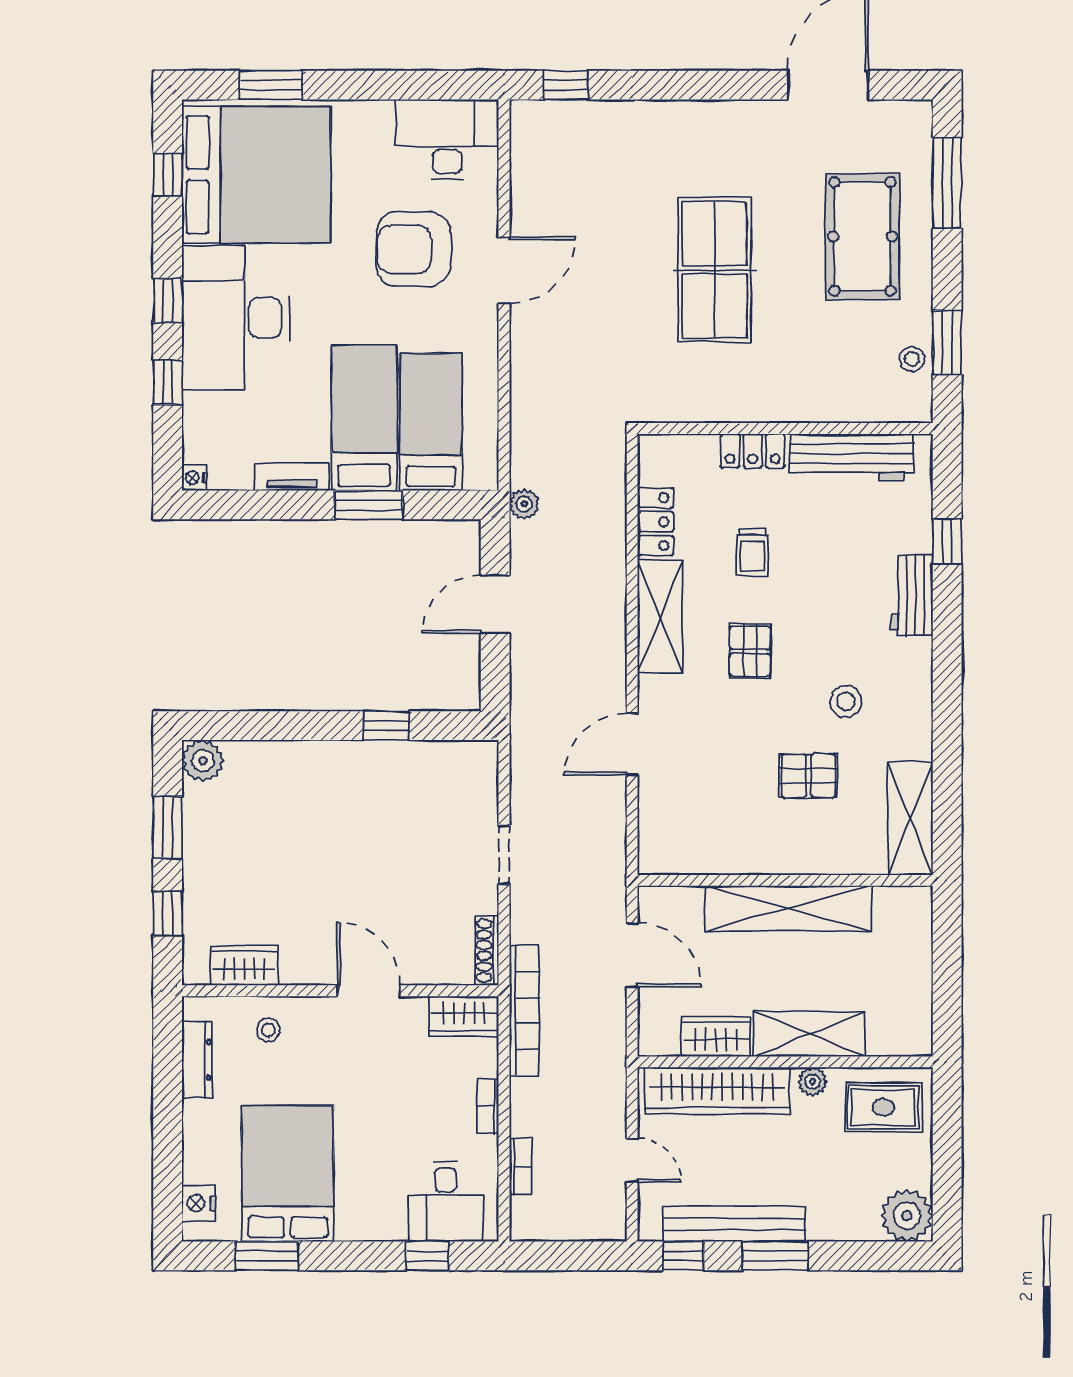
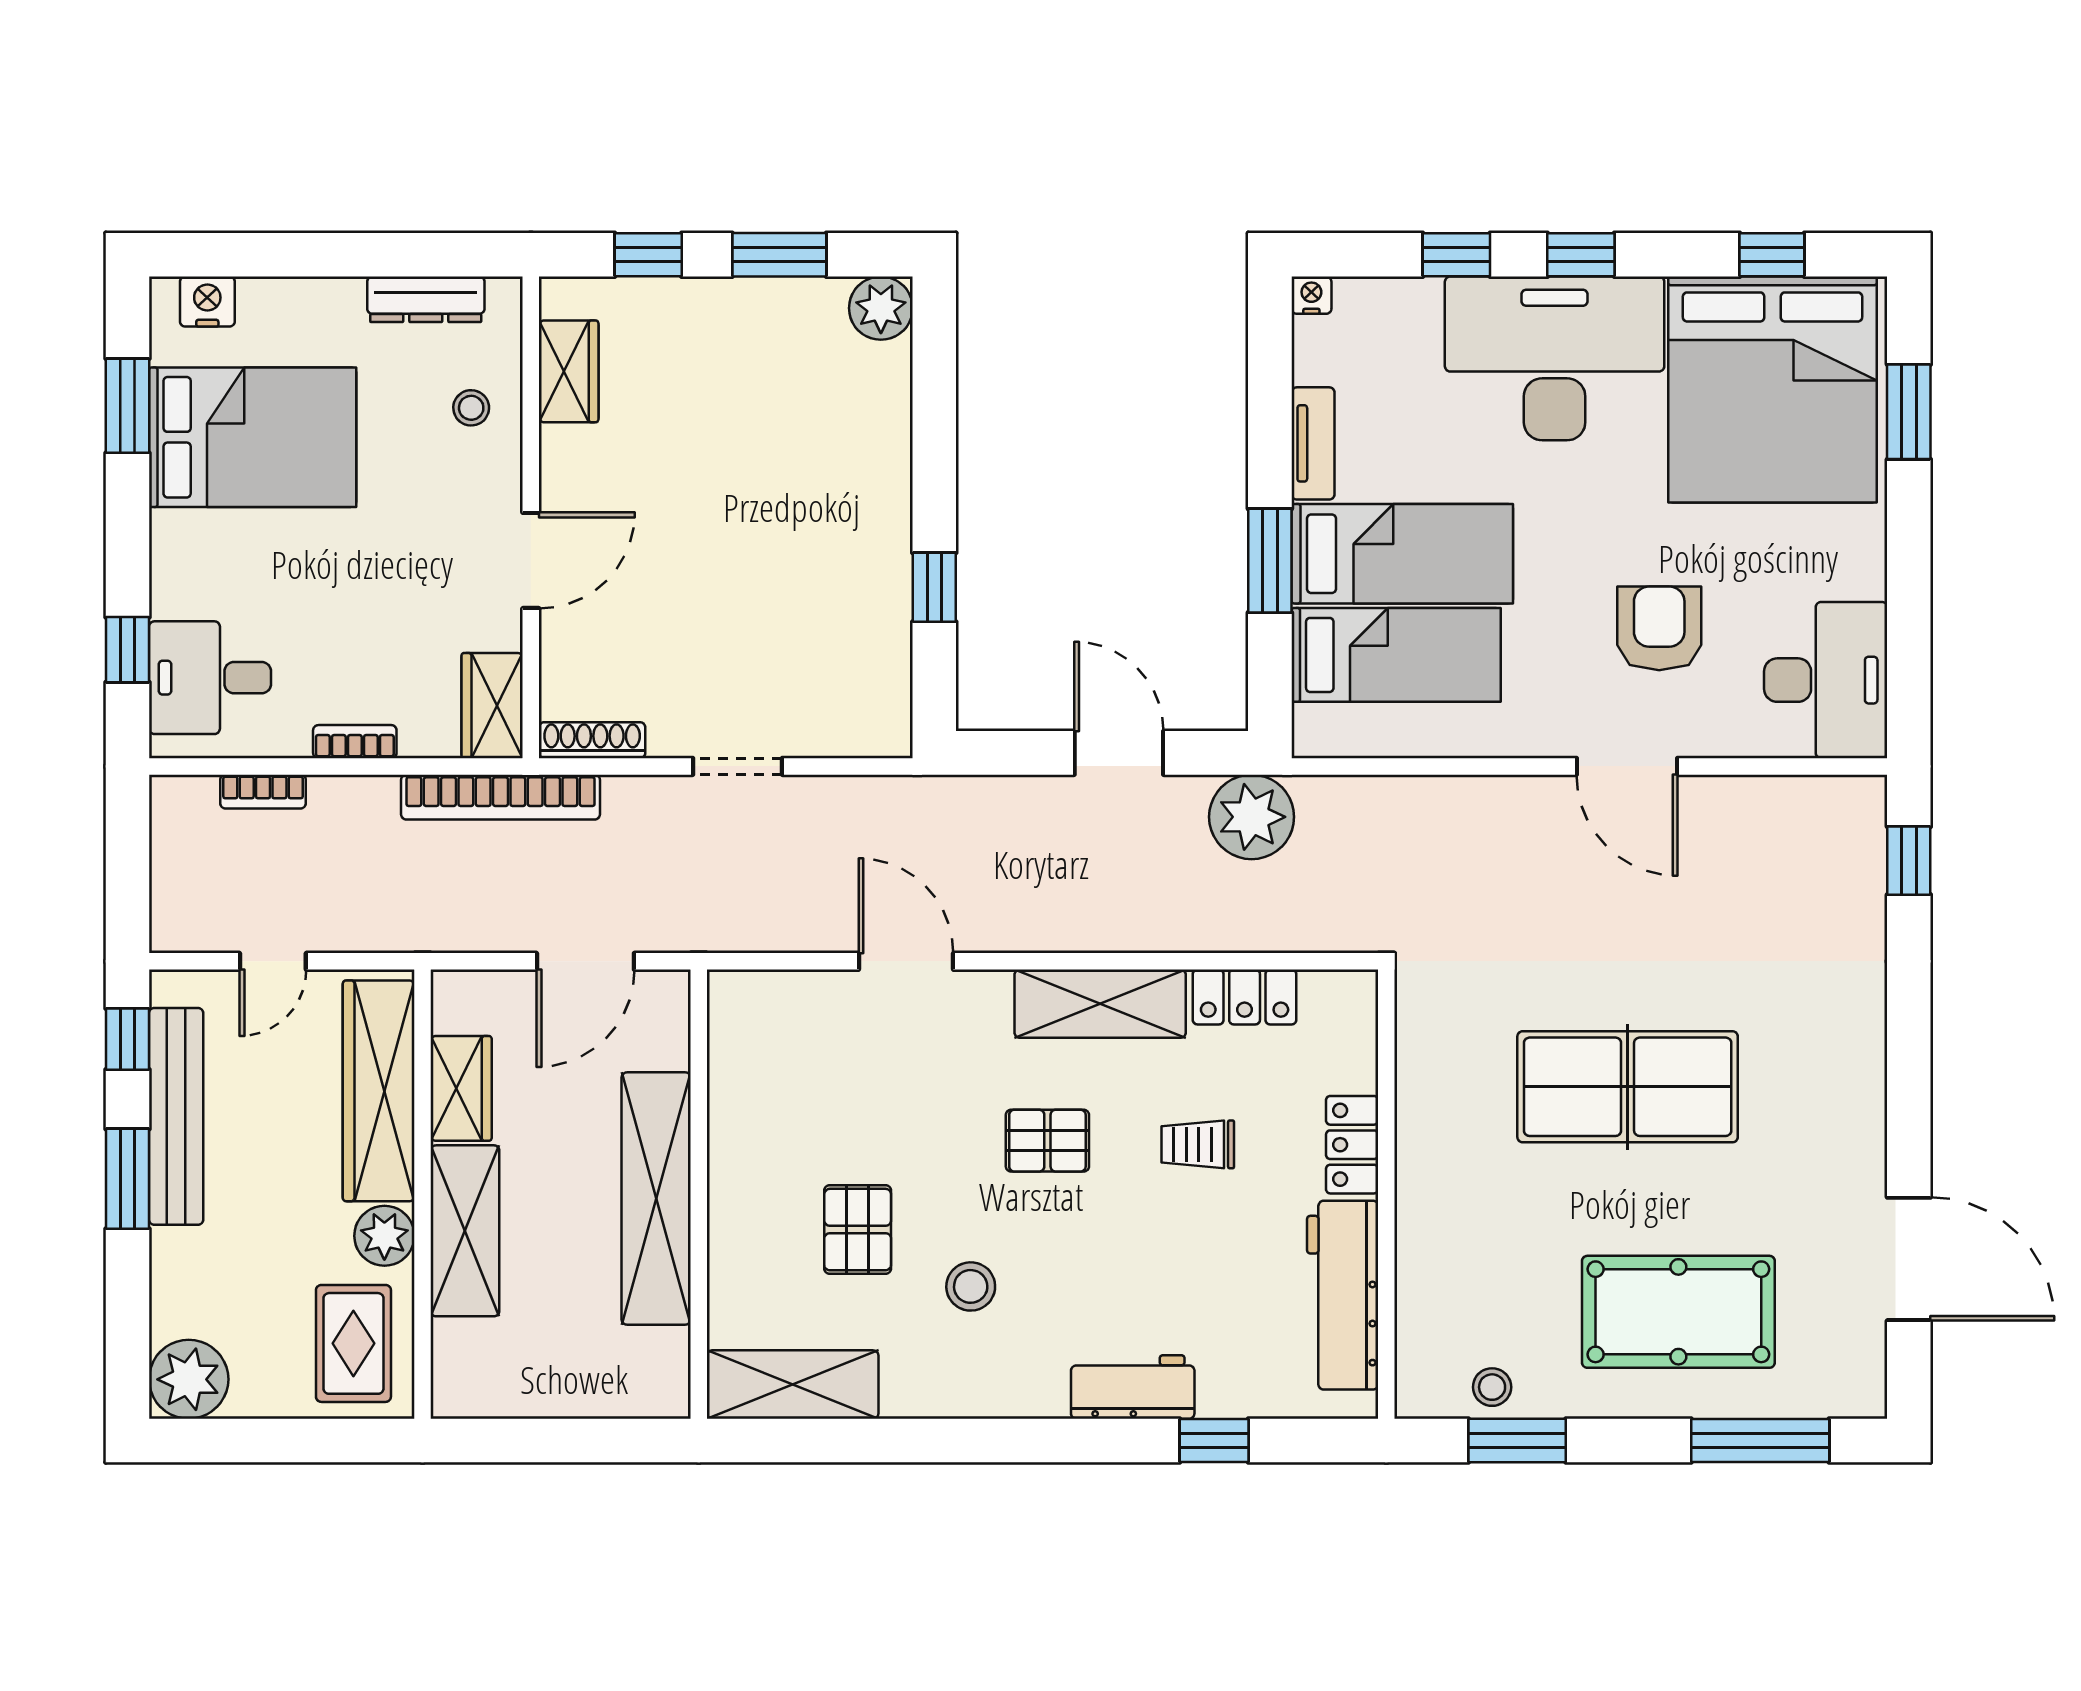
armchair: (413, 249) -> (1659, 628), width x0.73, depth x0.73
plant: (524, 504) -> (1252, 817), width x1.88, depth x1.88
plant: (813, 1082) -> (384, 1236), width x1.38, depth x1.38

